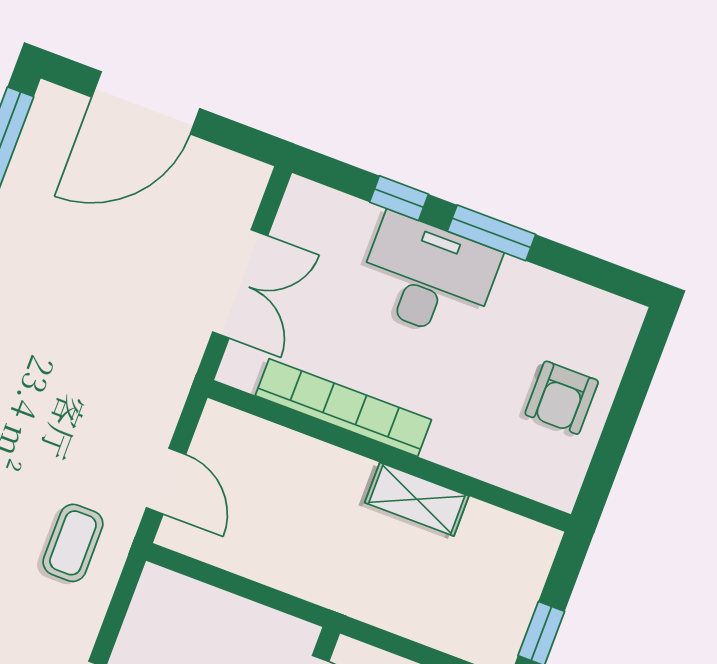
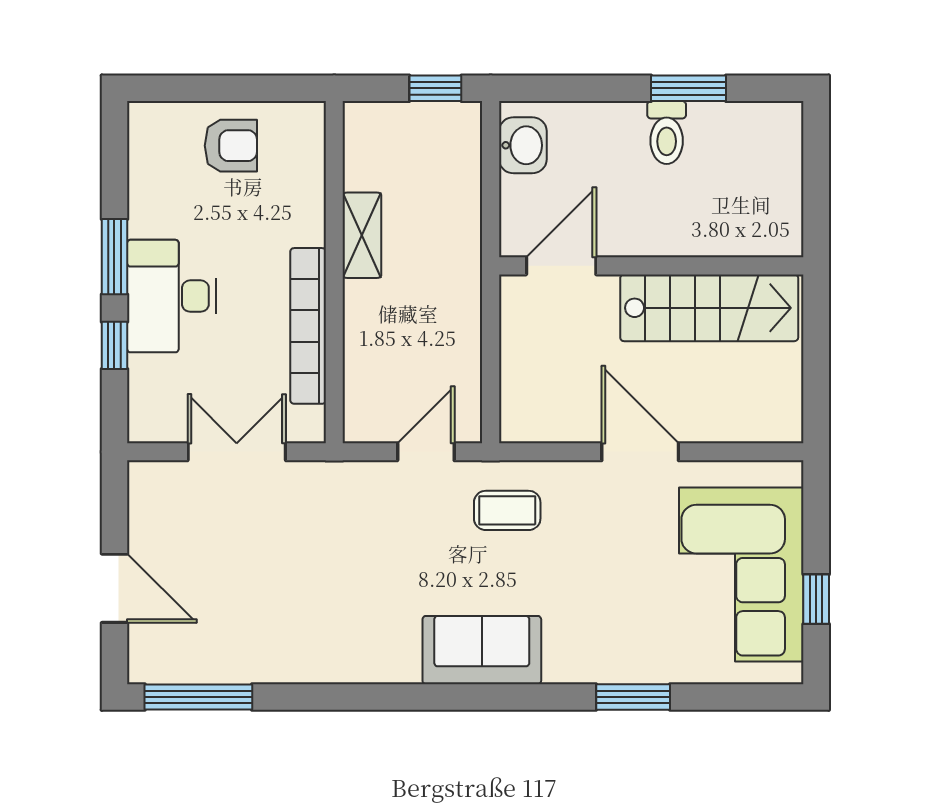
door: (146, 103) -> (114, 588), width x0.73

